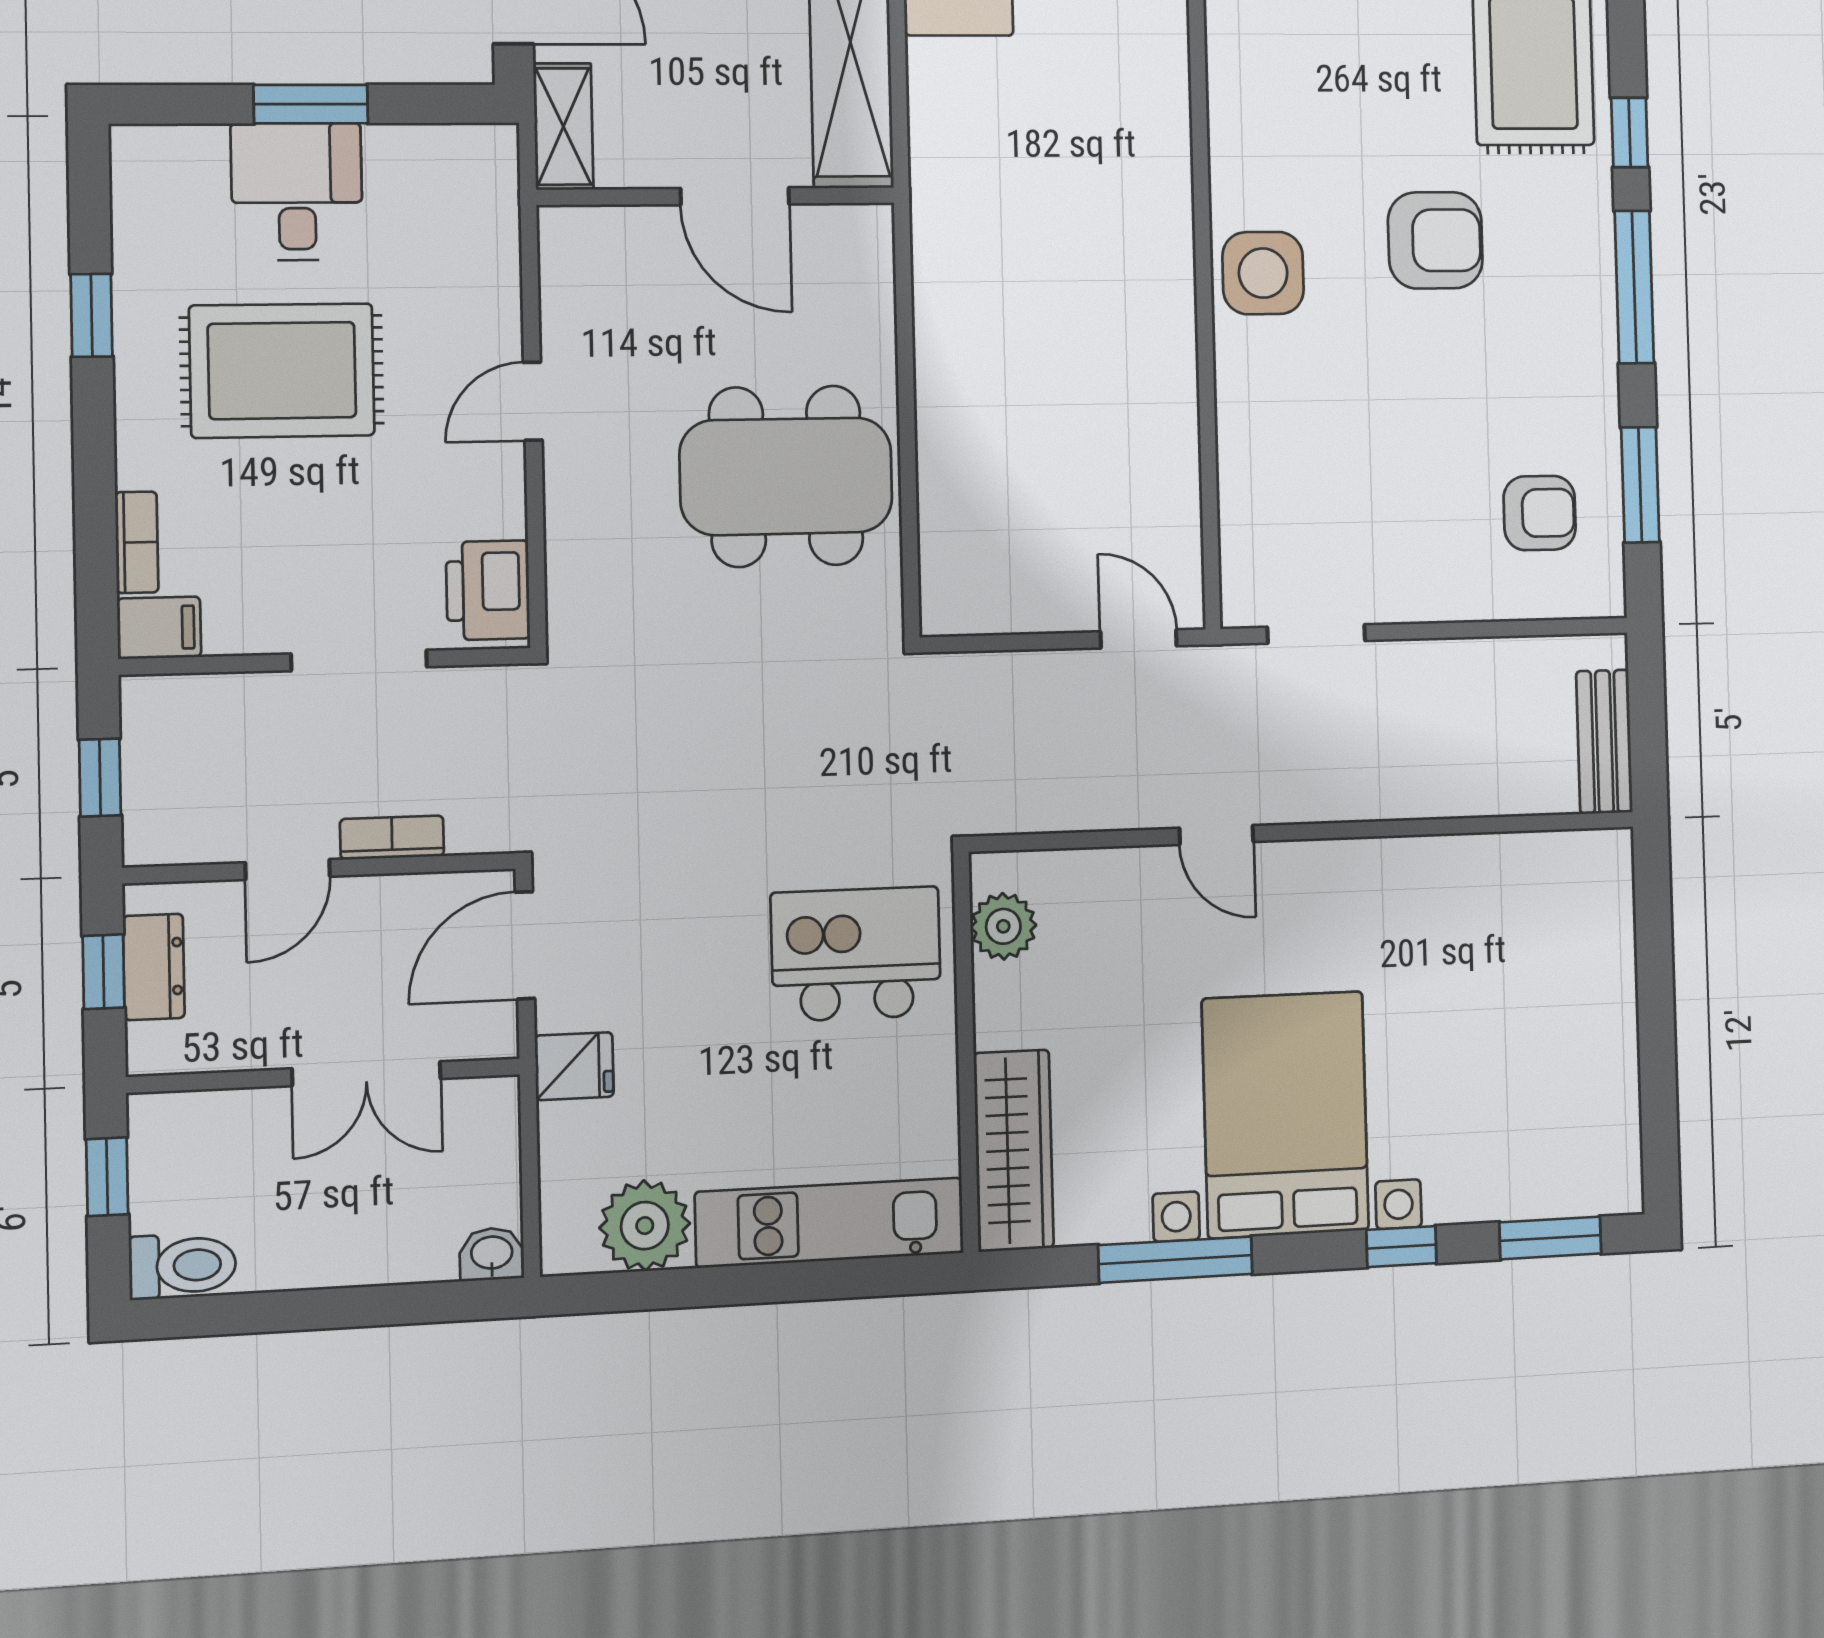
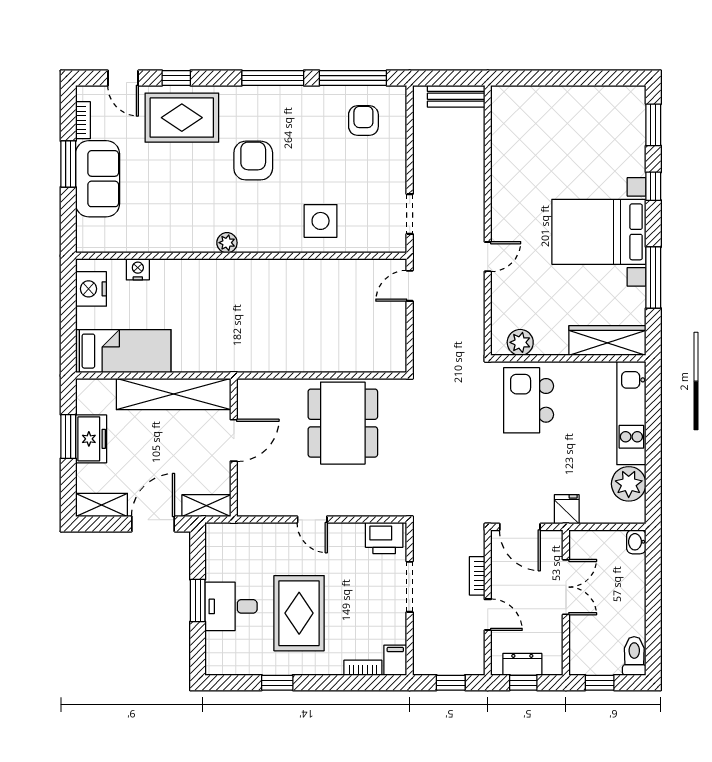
window: (1630, 132) -> (176, 78), moved
plant: (1233, 176) -> (227, 243), added
side table: (1263, 273) -> (321, 221), moved
window: (1640, 485) -> (353, 78), width x1.44

